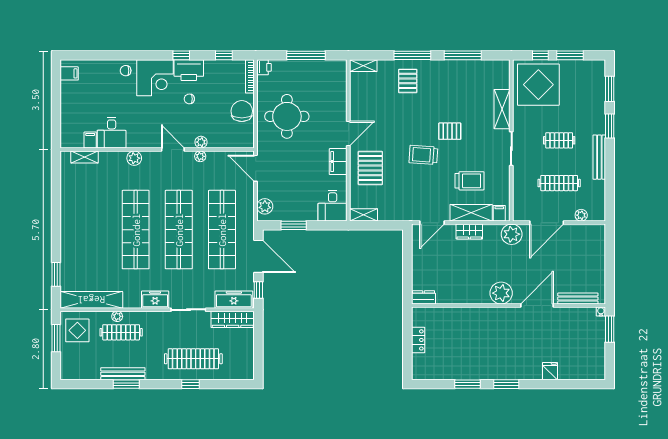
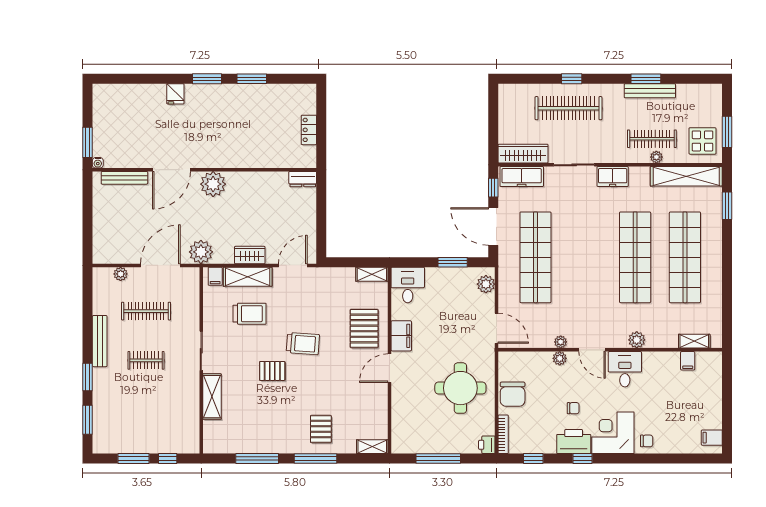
display table: (538, 85) -> (170, 425), removed
desk: (112, 133) -> (625, 369), moved
trolley: (470, 181) -> (250, 314), turned 180
shop shelf: (179, 230) -> (685, 257), moved
fridge: (550, 371) -> (175, 94), moved

